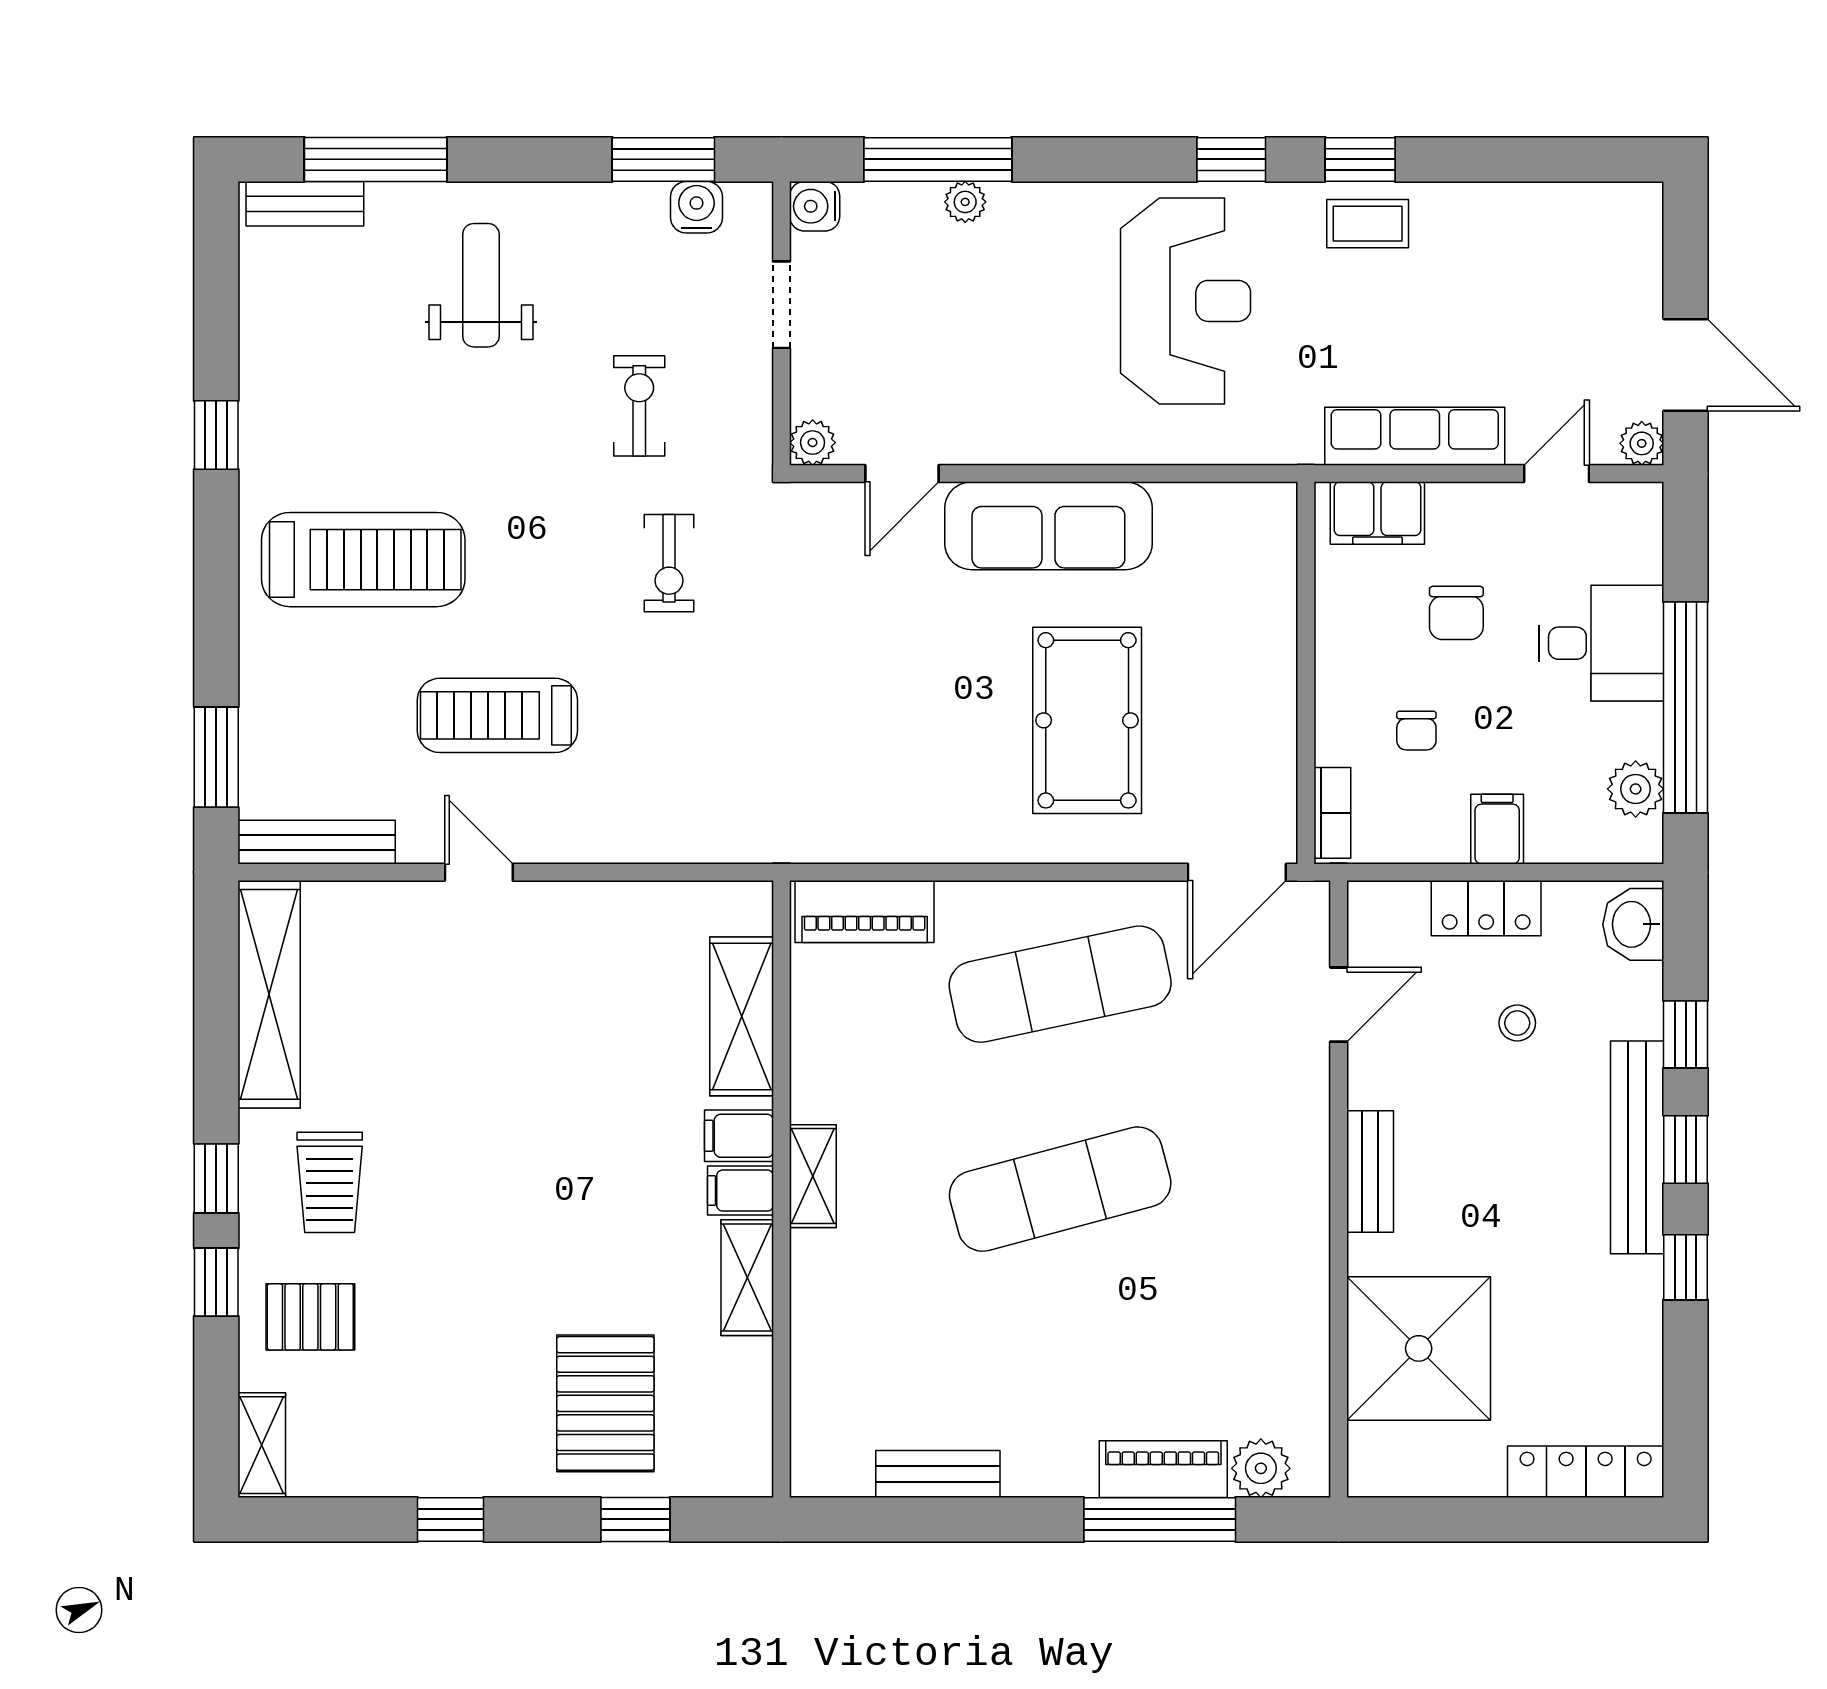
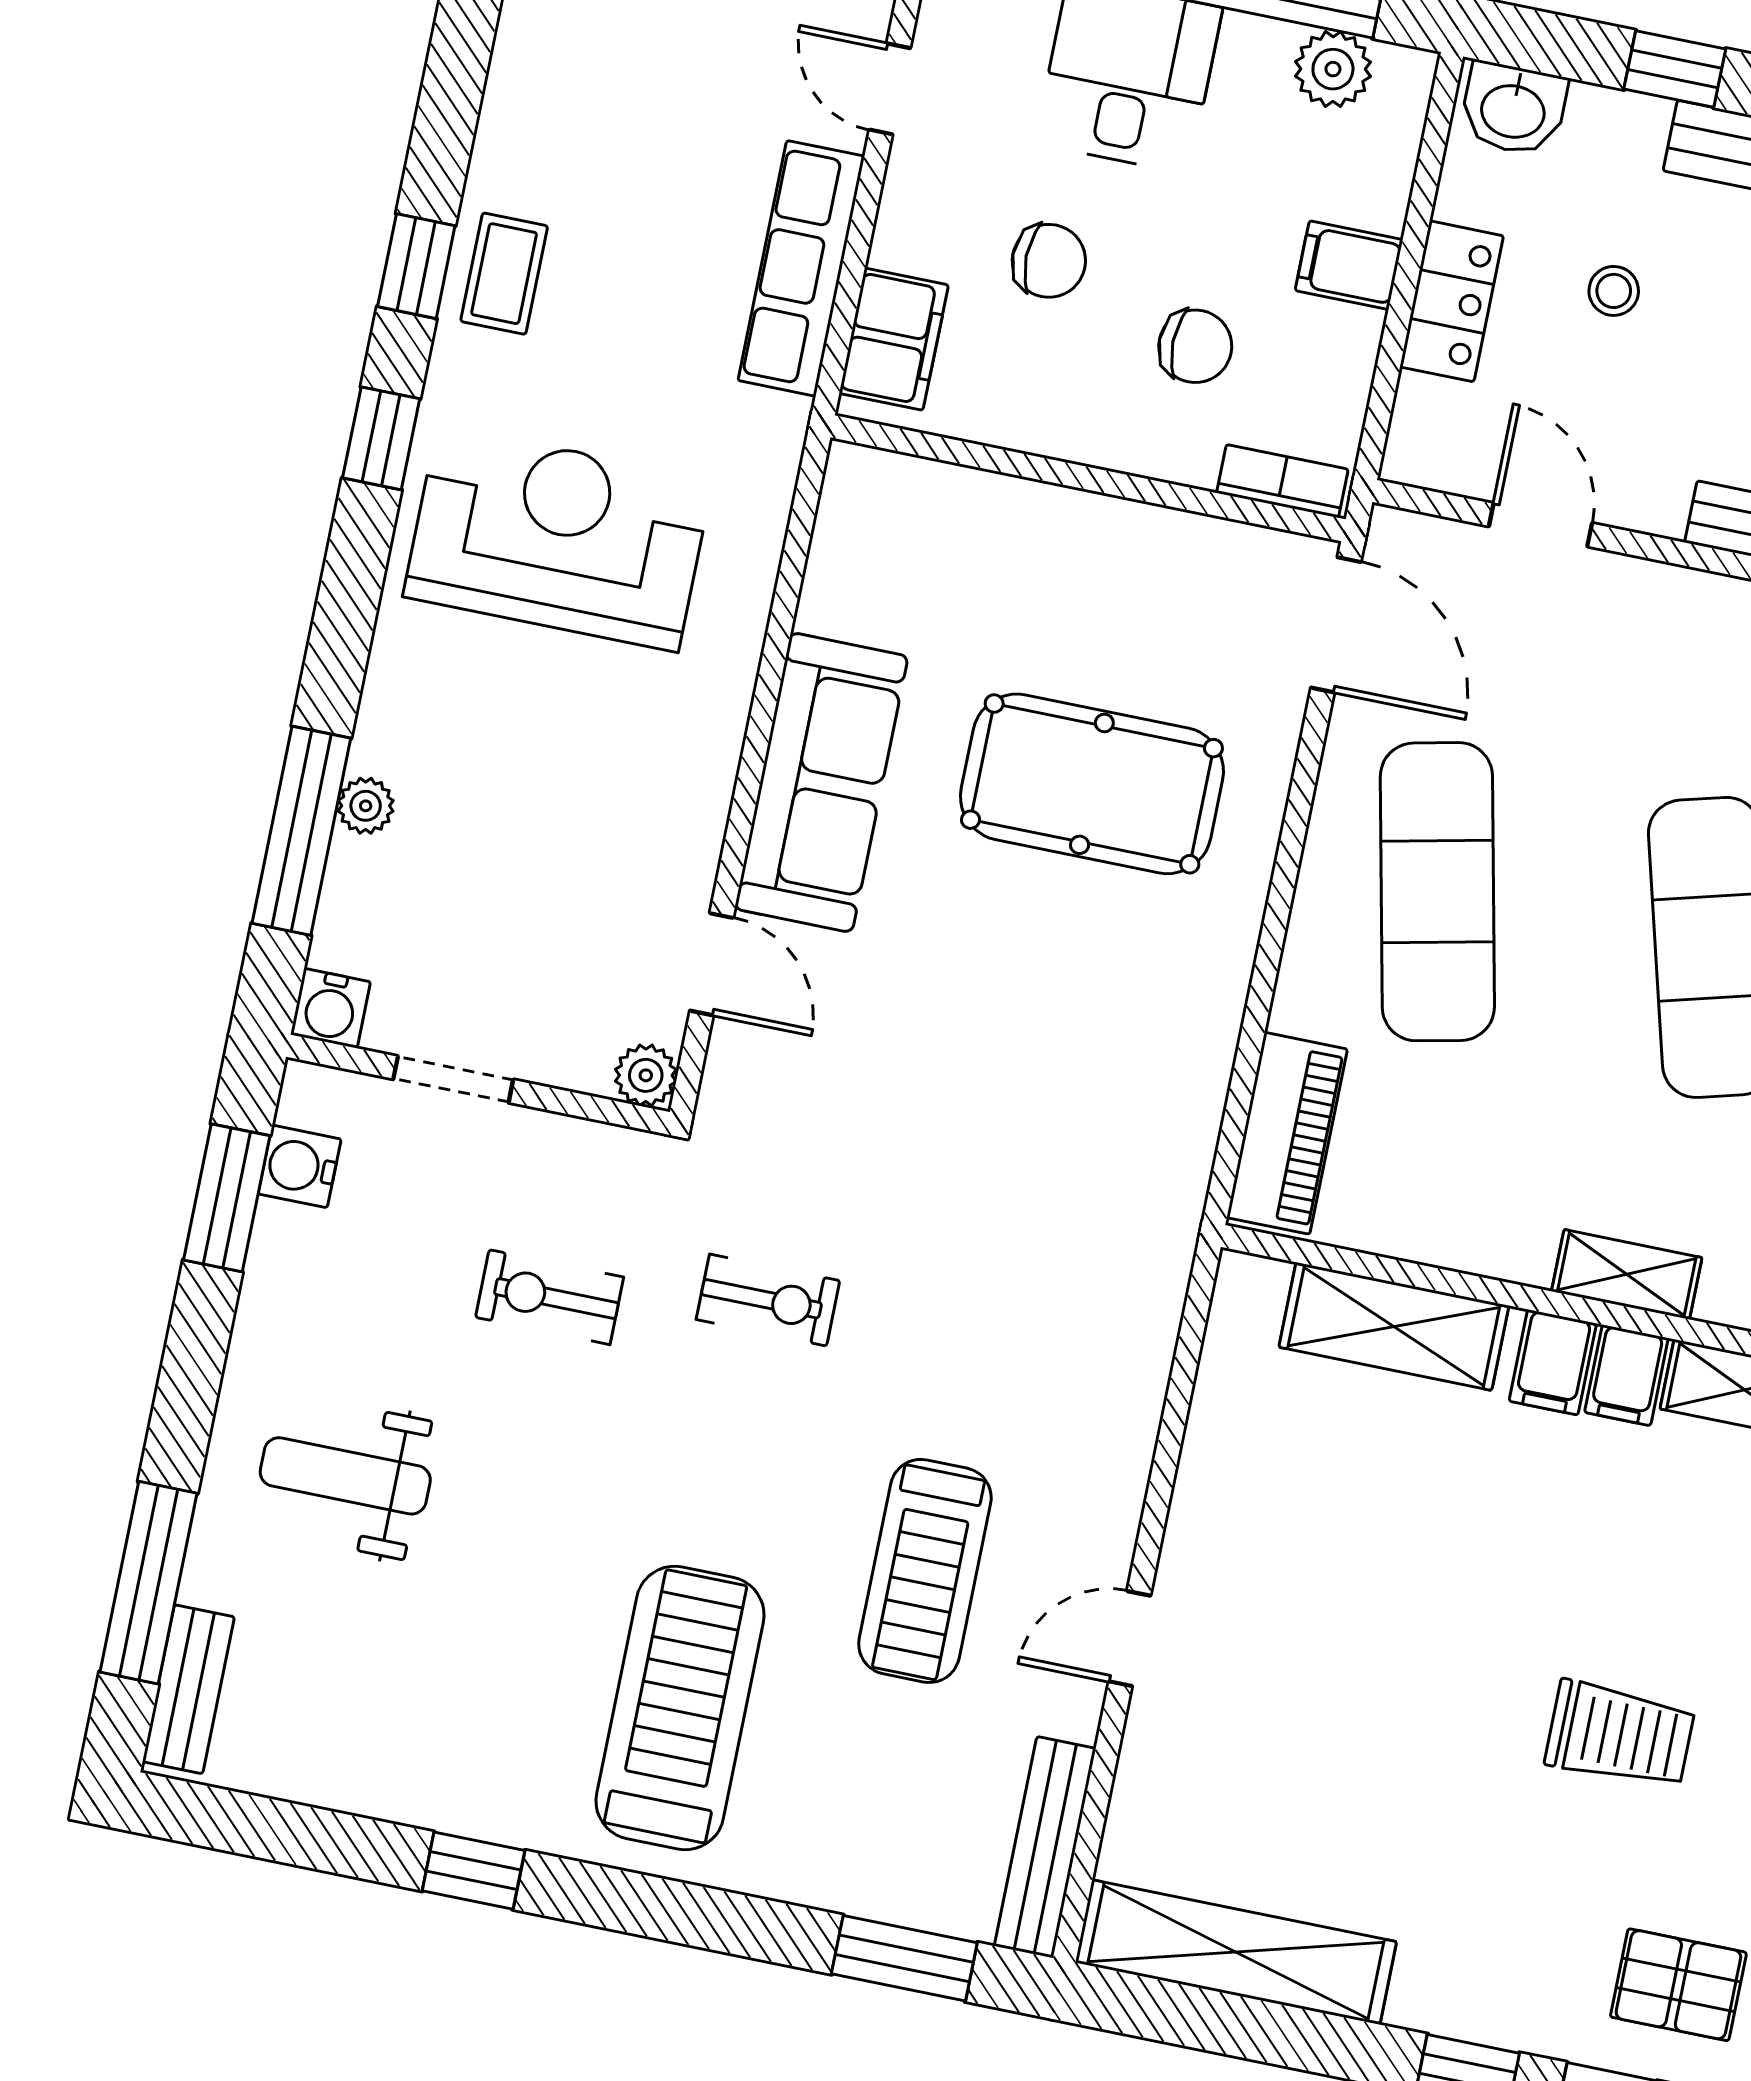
chair: (1416, 731) -> (1195, 346), width x1.37, depth x1.37
trolley: (330, 1182) -> (1620, 1735), moved
pallet: (310, 1317) -> (1678, 1985), turned 90

